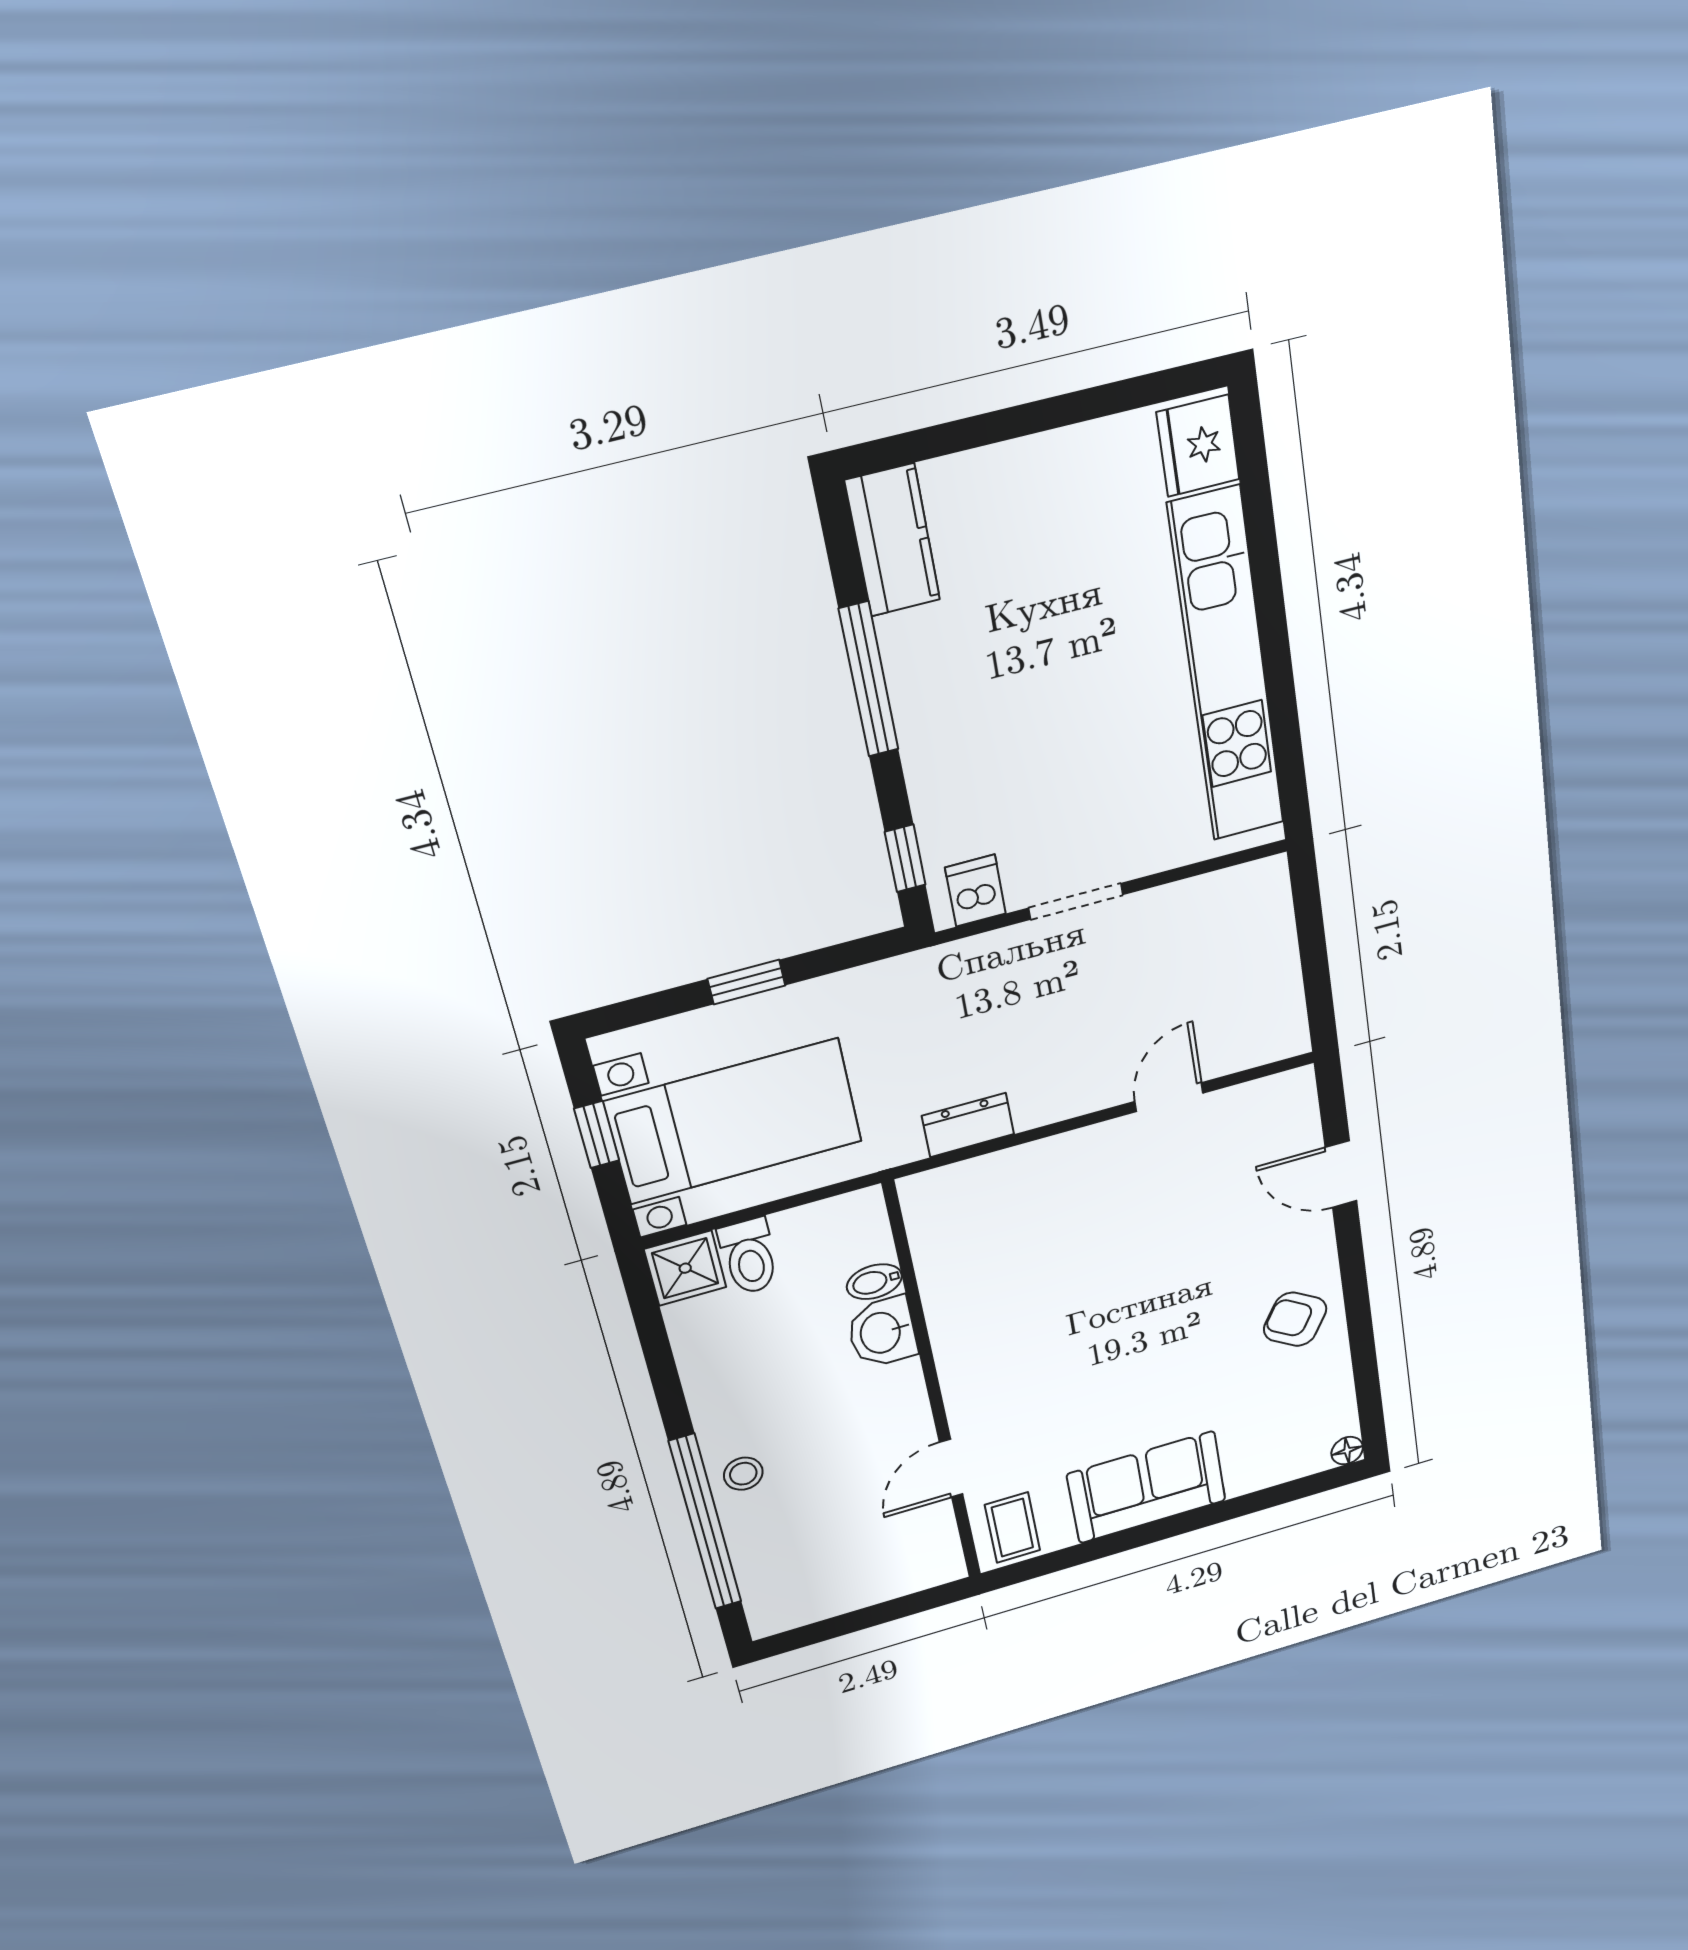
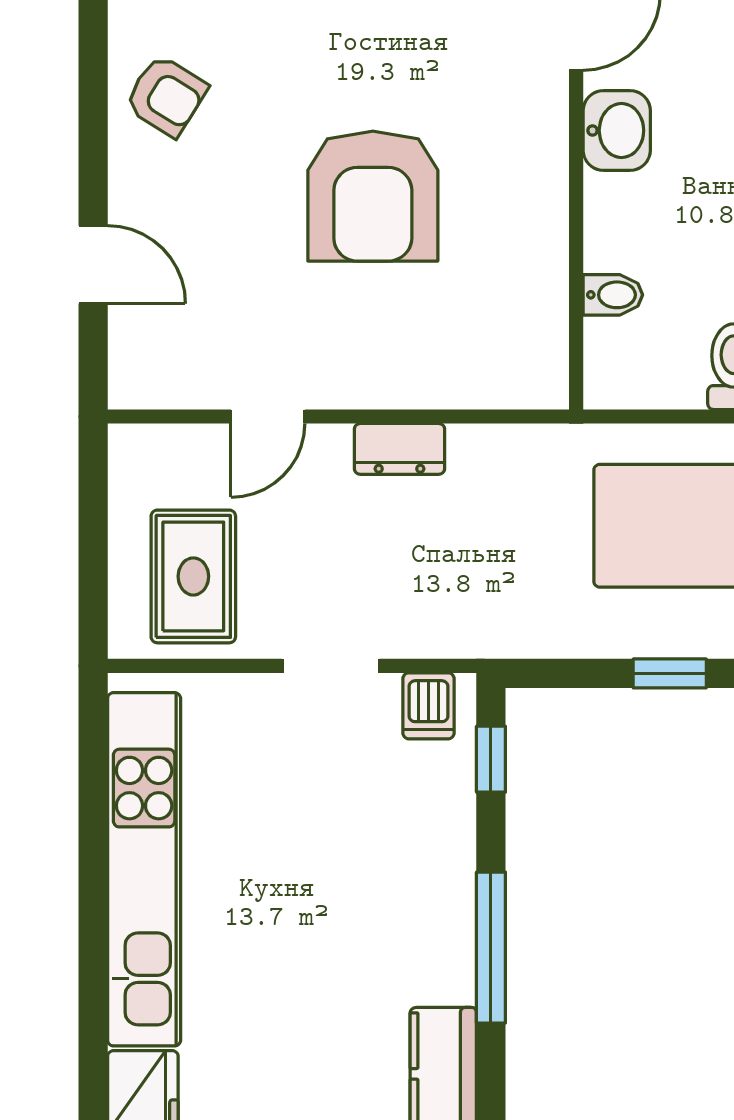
rug: (1217, 945) -> (193, 576), added
dresser: (968, 1125) -> (399, 449), moved
armchair: (1105, 1296) -> (373, 196), added
washbasin: (882, 1332) -> (617, 130), moved

